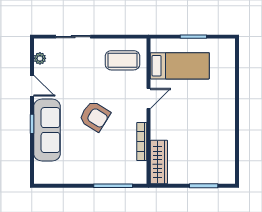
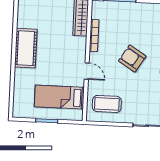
door: (148, 98) -> (87, 71), swing flipped
cot: (223, 122) -> (26, 48), added

